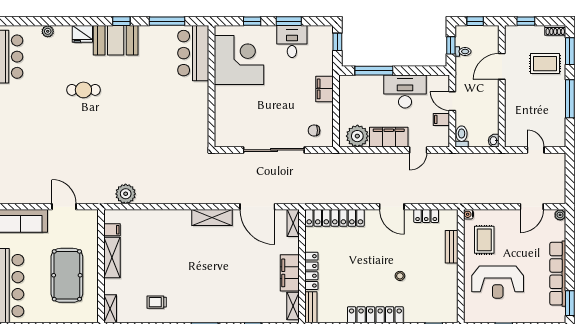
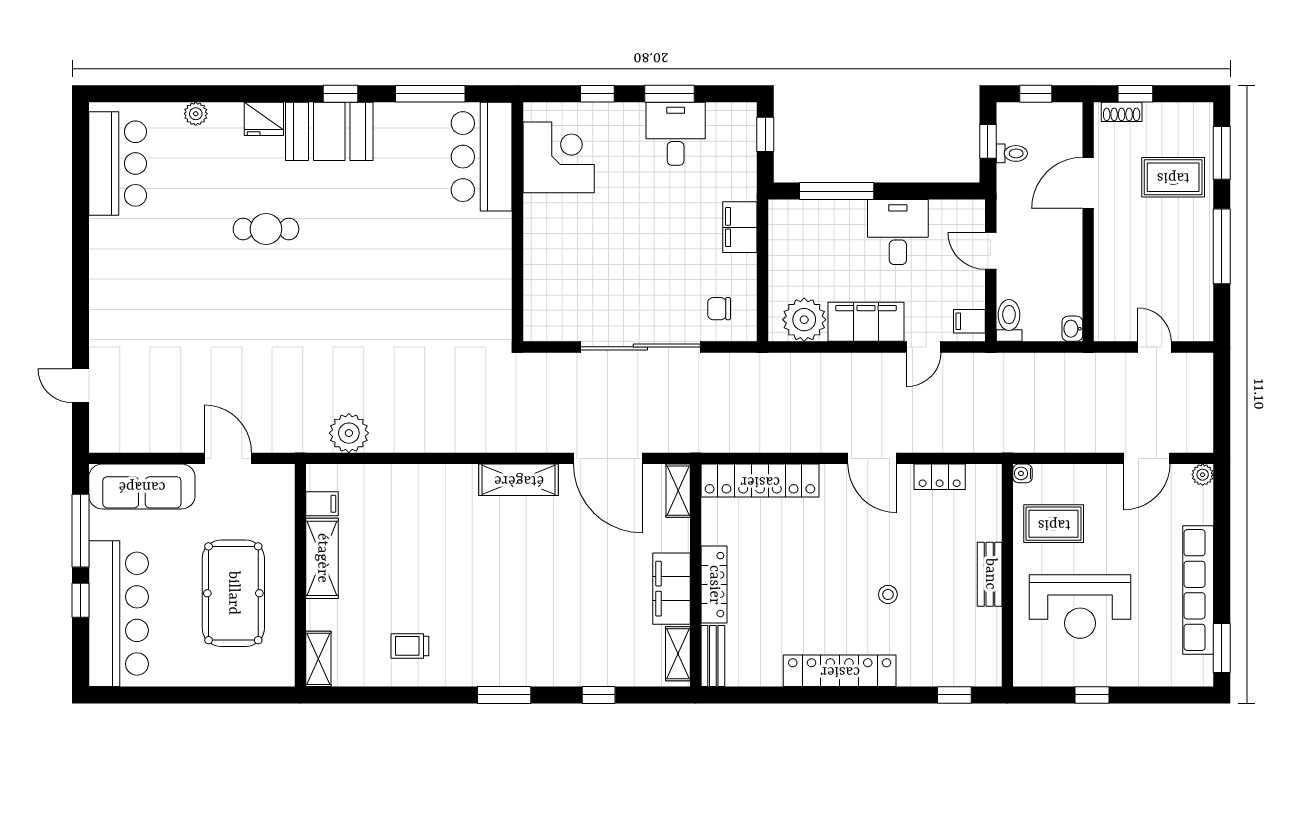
shoe rack: (555, 30) -> (1122, 112), moved
corner desk: (239, 60) -> (559, 157), width x0.74, depth x0.74
desk: (405, 92) -> (898, 232), width x0.73
filing cabinet: (441, 119) -> (969, 321), moved
rug: (484, 240) -> (1054, 524), turned 90
bench: (452, 247) -> (990, 574), moved

